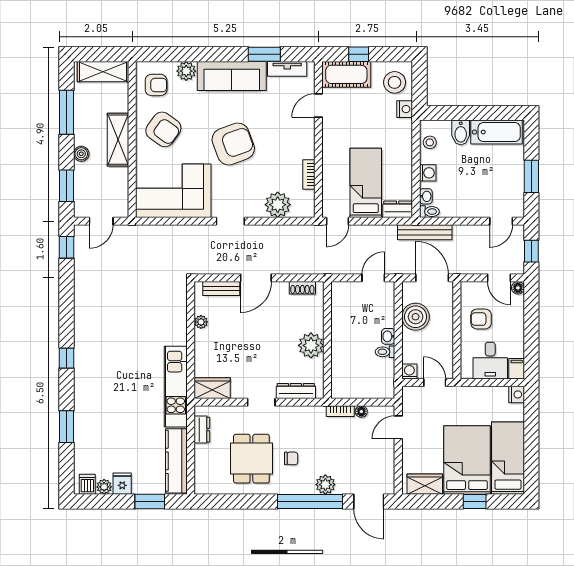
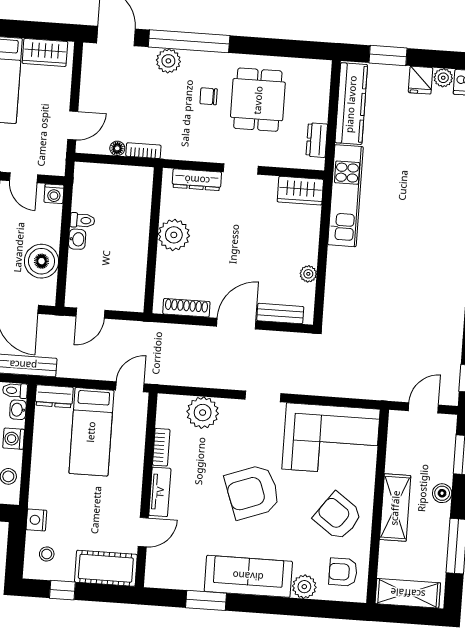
window: (359, 54) -> (62, 590), moved
tv unit: (287, 69) -> (160, 492), moved, turned 90
stool: (395, 82) -> (47, 554), width x0.53, depth x0.53
shoe rack: (302, 288) -> (186, 308), width x1.43

